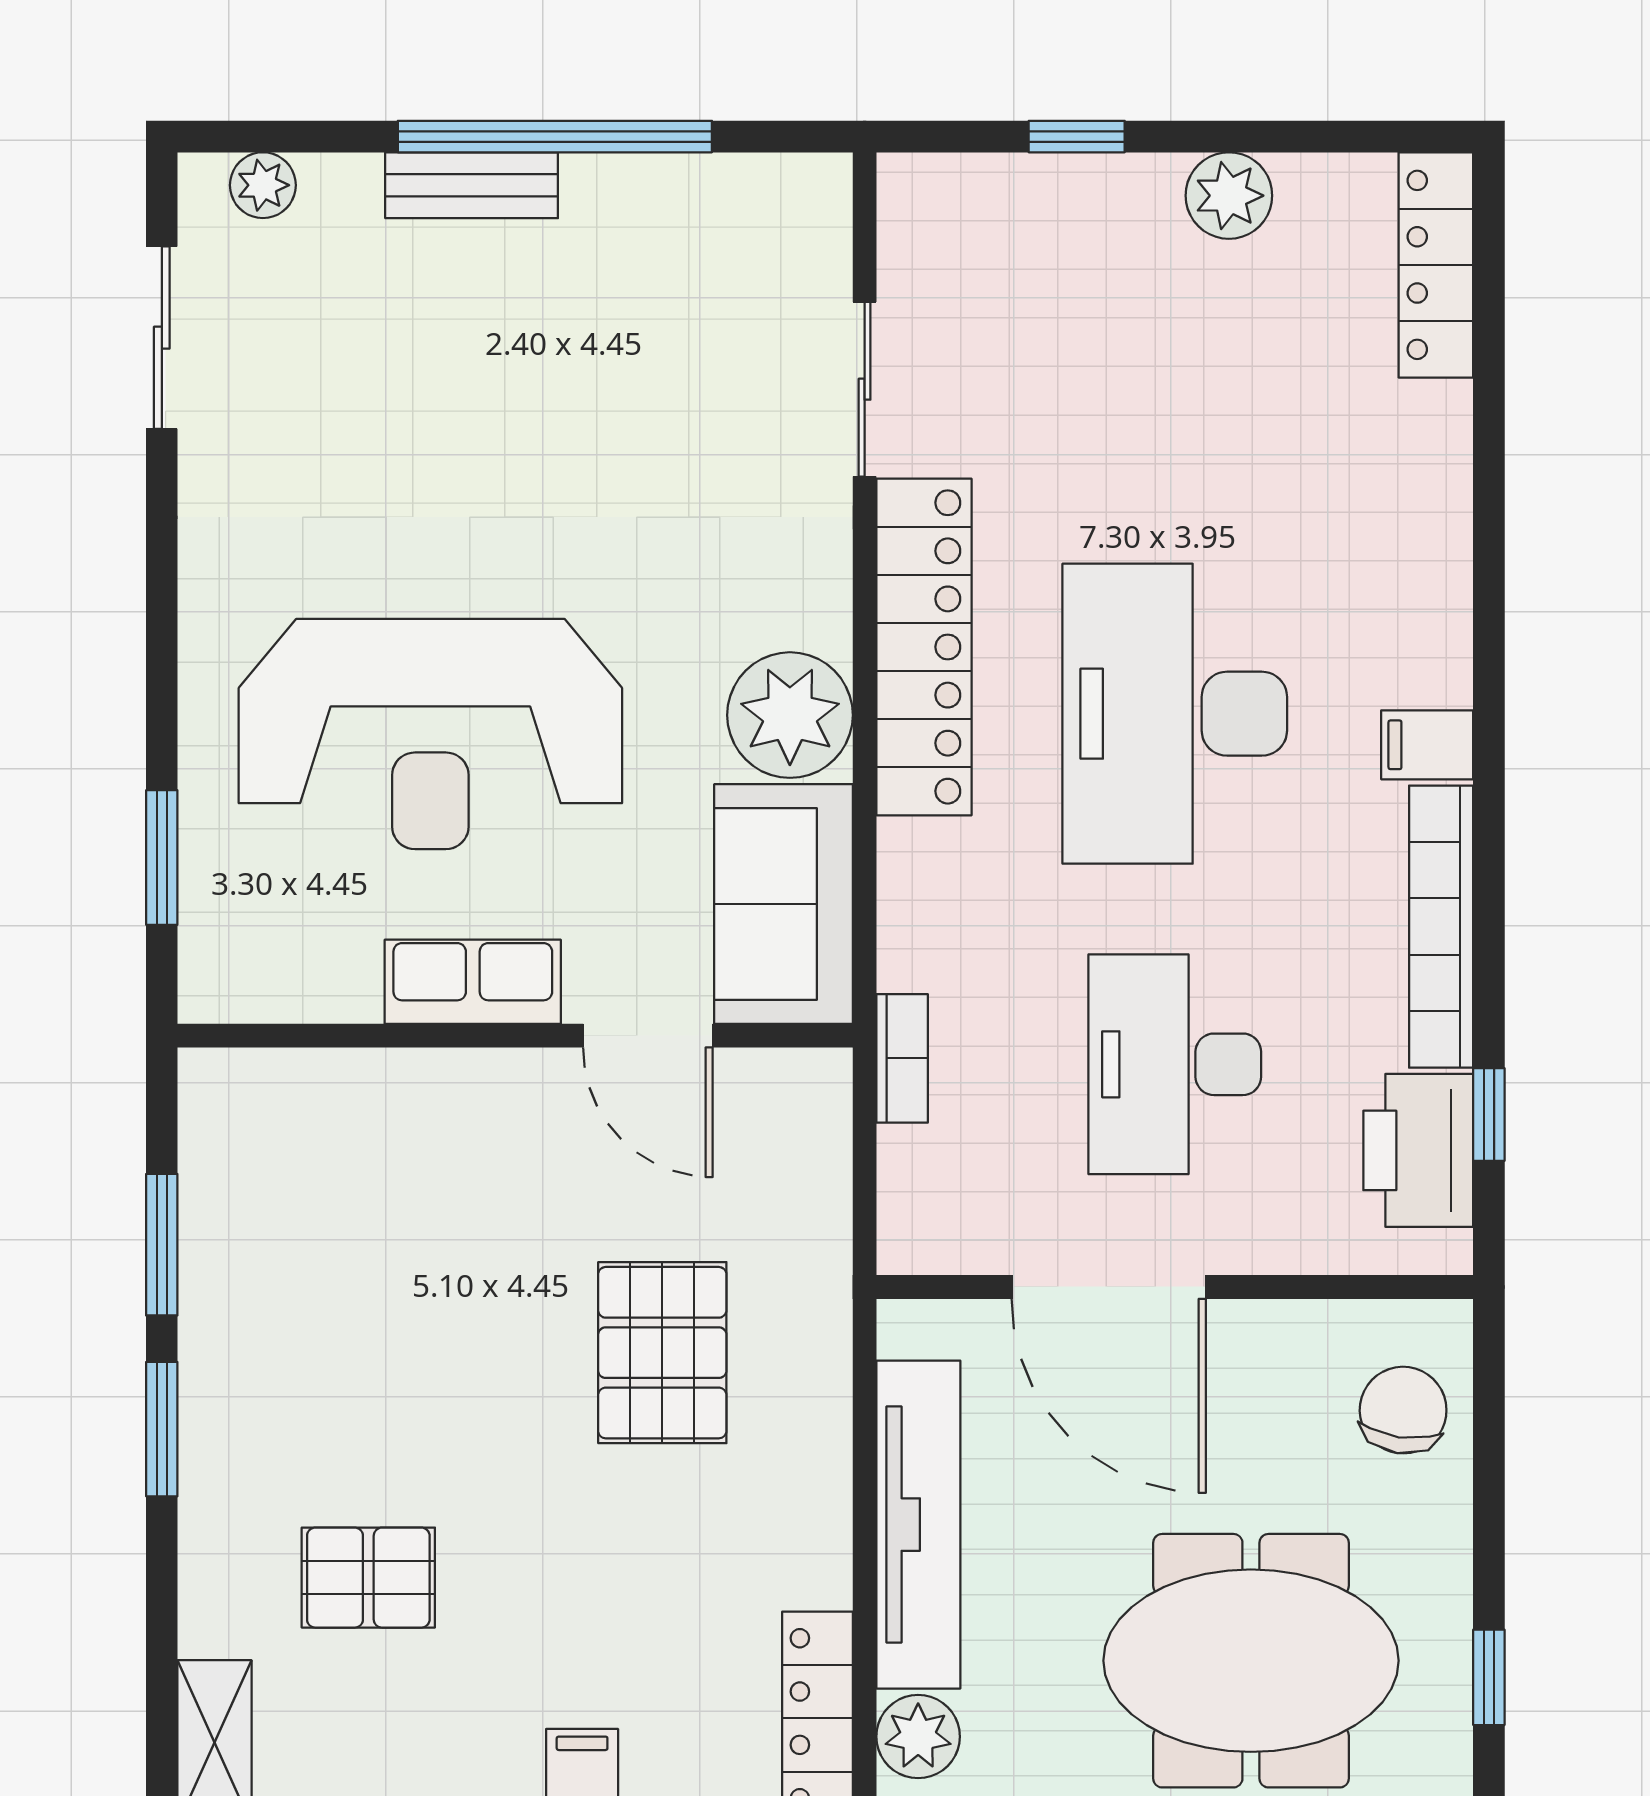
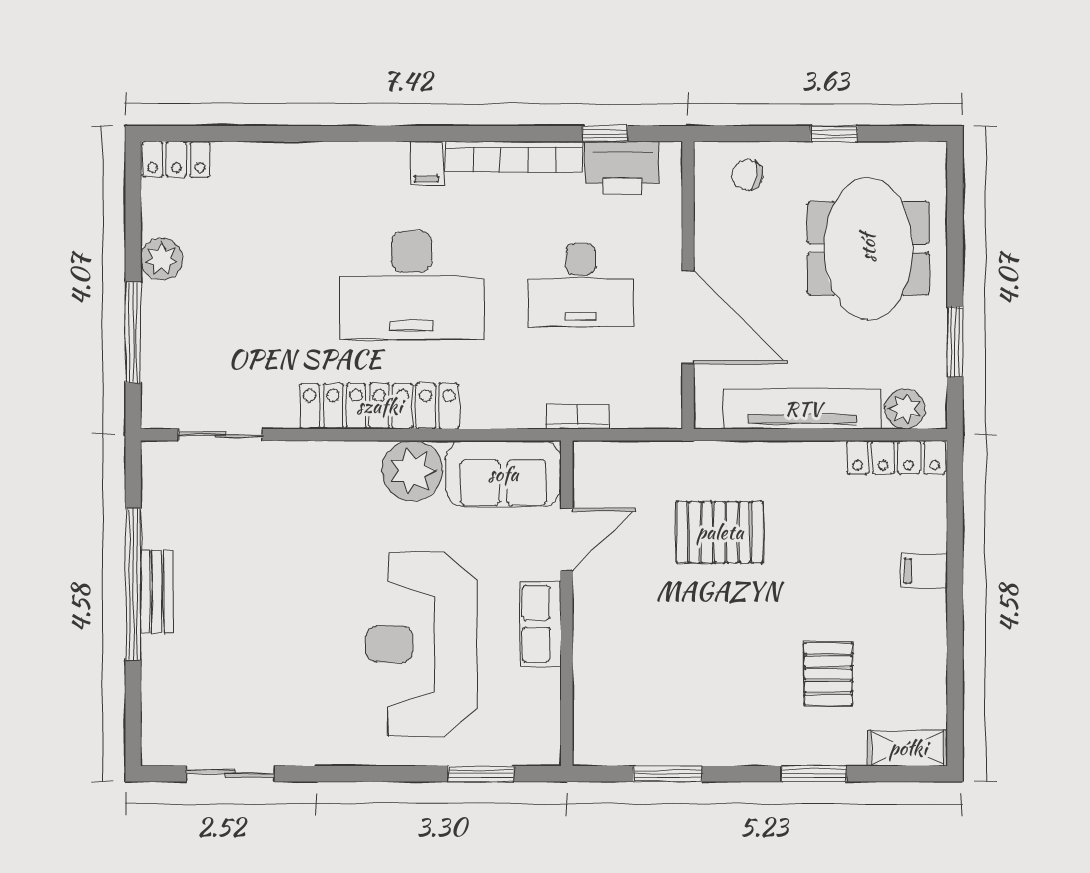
window: (1077, 137) -> (133, 332), width x2.17
plant: (263, 185) -> (157, 725), removed
bench: (472, 185) -> (157, 592), moved
locker: (1436, 265) -> (176, 159), width x0.66
sliding door: (865, 389) -> (220, 435), moved
reception desk: (430, 734) -> (421, 644), turned 180
door: (1109, 1287) -> (688, 317), hinge flipped
chair: (1403, 1410) -> (747, 175), width x0.73, depth x0.73
window: (162, 1429) -> (814, 774), moved
window: (1489, 1677) -> (834, 134), moved

